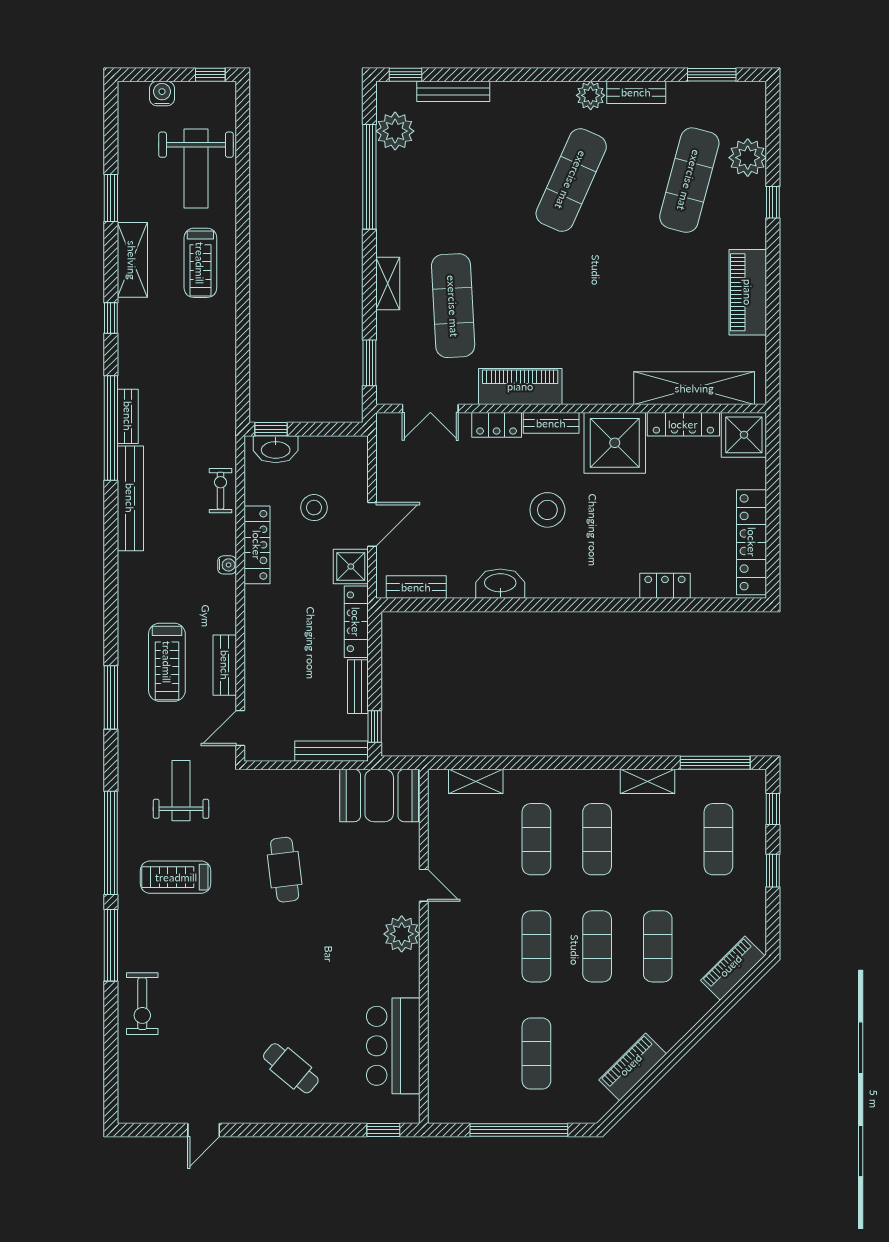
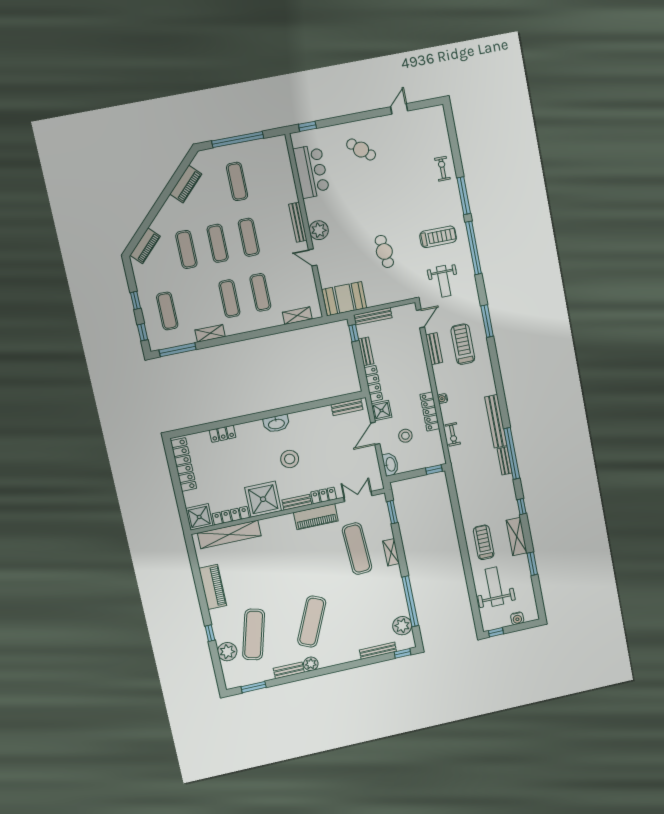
washbasin: (276, 449) -> (390, 464), moved, turned 90
washbasin: (500, 584) -> (276, 424), moved
bench: (438, 956) -> (298, 222), added
exercise bike: (142, 1004) -> (442, 169), width x0.73, depth x0.72

